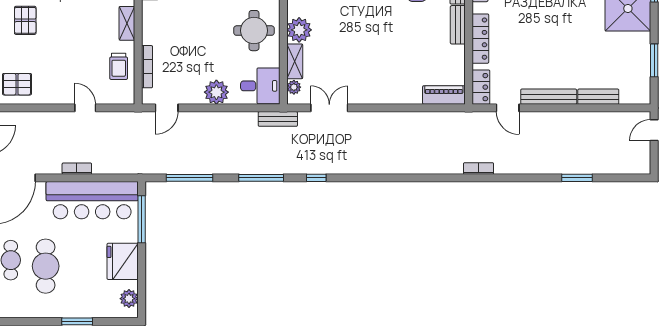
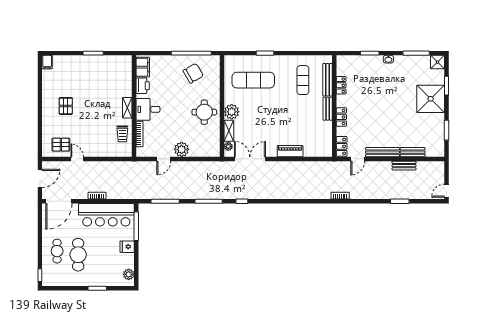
locker: (480, 39) -> (341, 117), width x0.66
desk: (260, 86) -> (148, 109), moved, turned 180
piano: (444, 95) -> (290, 151), moved
door: (85, 108) -> (77, 159), moved
door: (167, 108) -> (164, 159), moved
double door: (329, 108) -> (250, 159), width x1.37
door: (508, 108) -> (358, 159), hinge flipped
bench: (278, 119) -> (404, 166), moved
door: (654, 130) -> (446, 191), moved
fridge: (123, 261) -> (127, 247), width x0.53, depth x0.75

